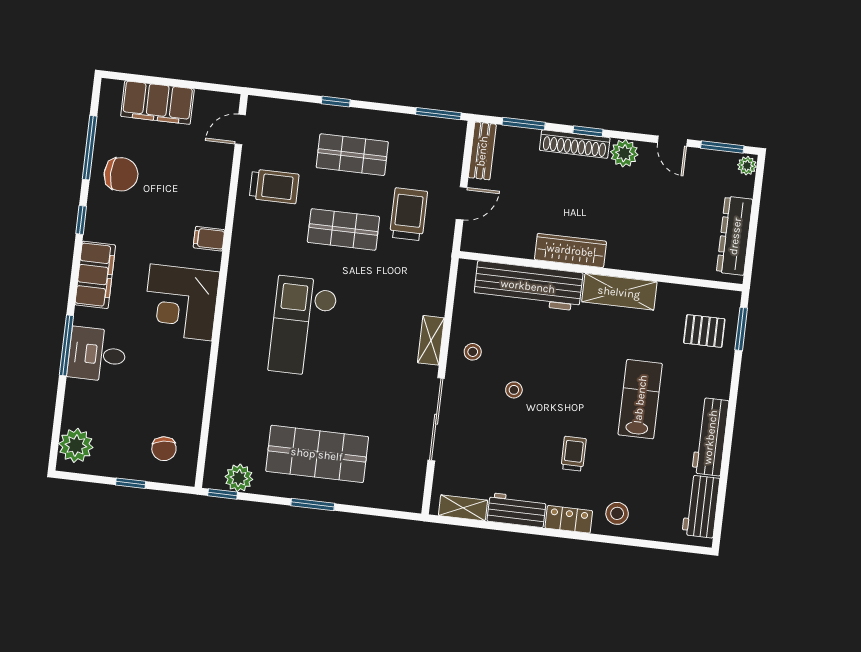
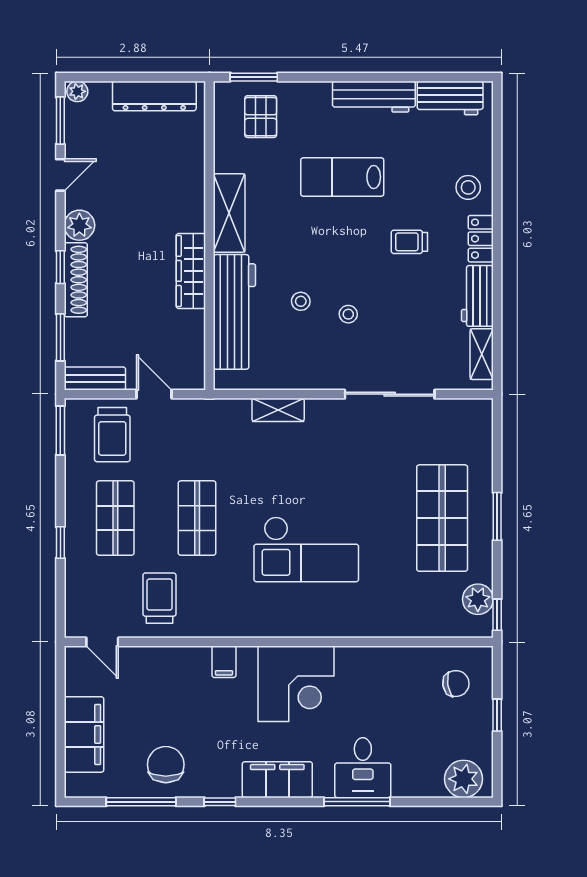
trolley: (409, 214) -> (112, 435), moved, turned -90
shelving: (431, 340) -> (278, 410), moved
stool: (473, 352) -> (301, 301), moved

